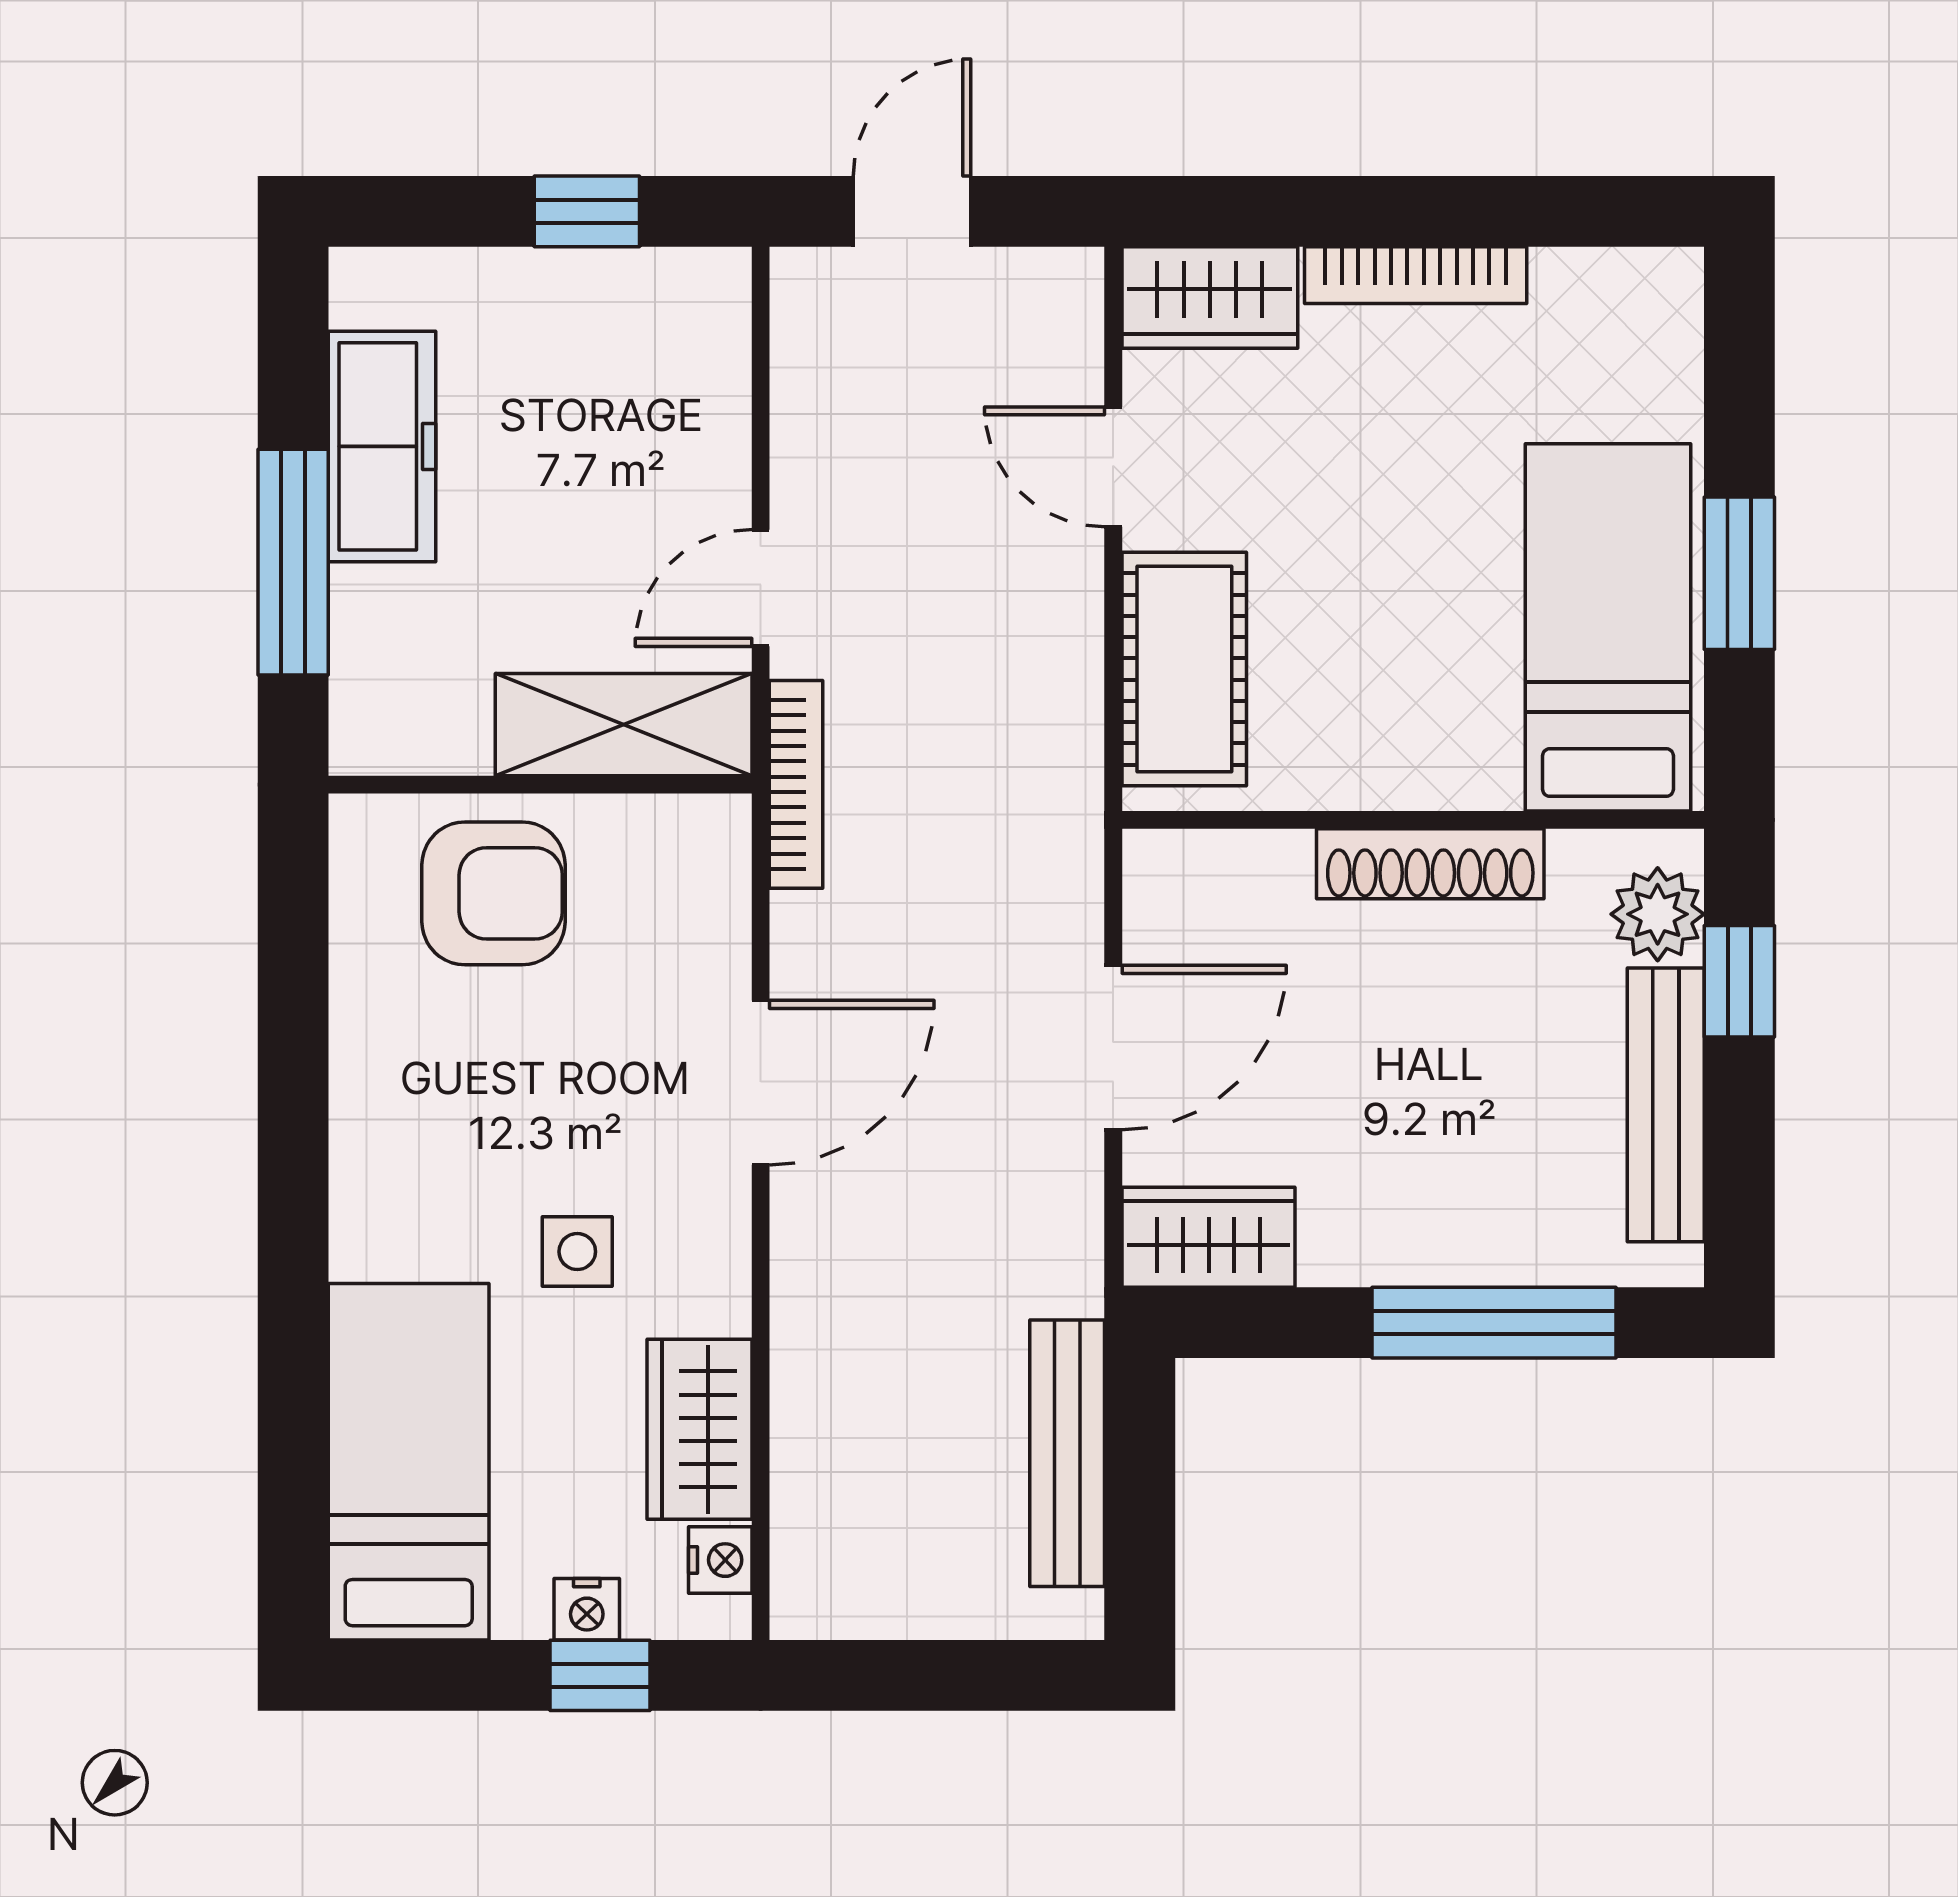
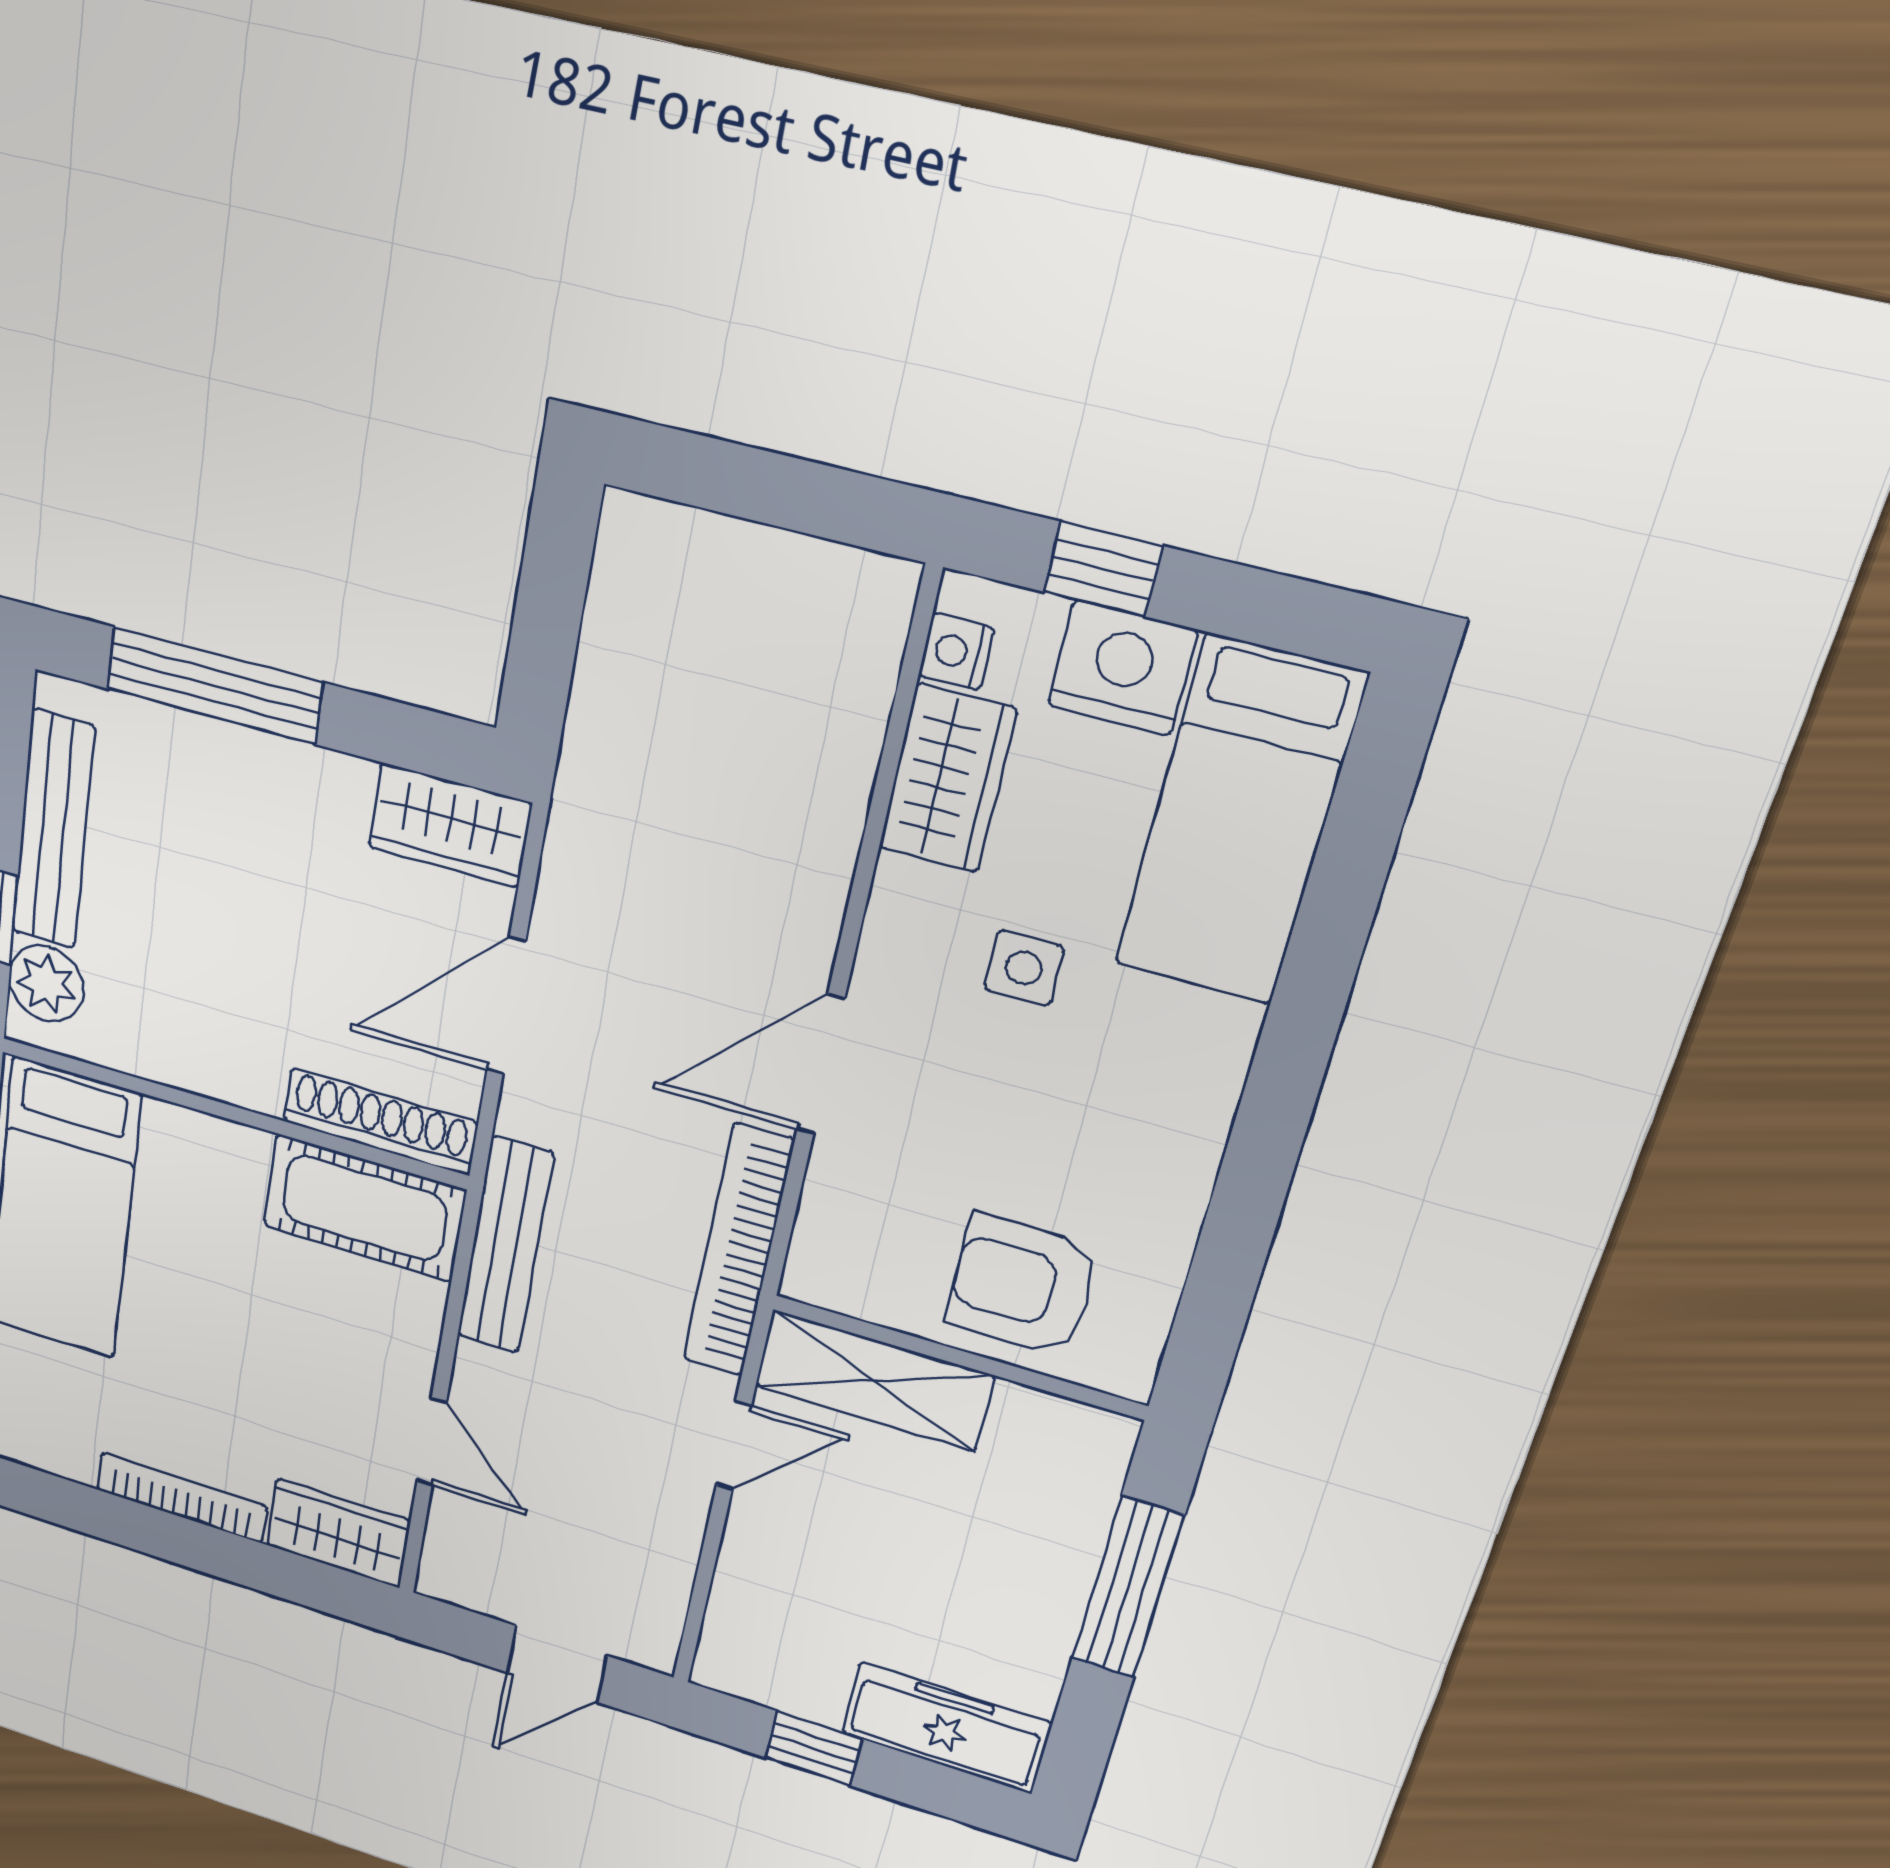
freezer: (382, 446) -> (946, 1728), moved, turned 90
cot: (1184, 669) -> (364, 1208), moved, turned 90
bookcase: (796, 784) -> (738, 1251), width x1.48, depth x1.31
shoe rack: (1430, 864) -> (380, 1122), moved
bench: (1067, 1453) -> (505, 1245), moved
nightstand: (587, 1609) -> (1122, 668), width x1.89, depth x1.79

